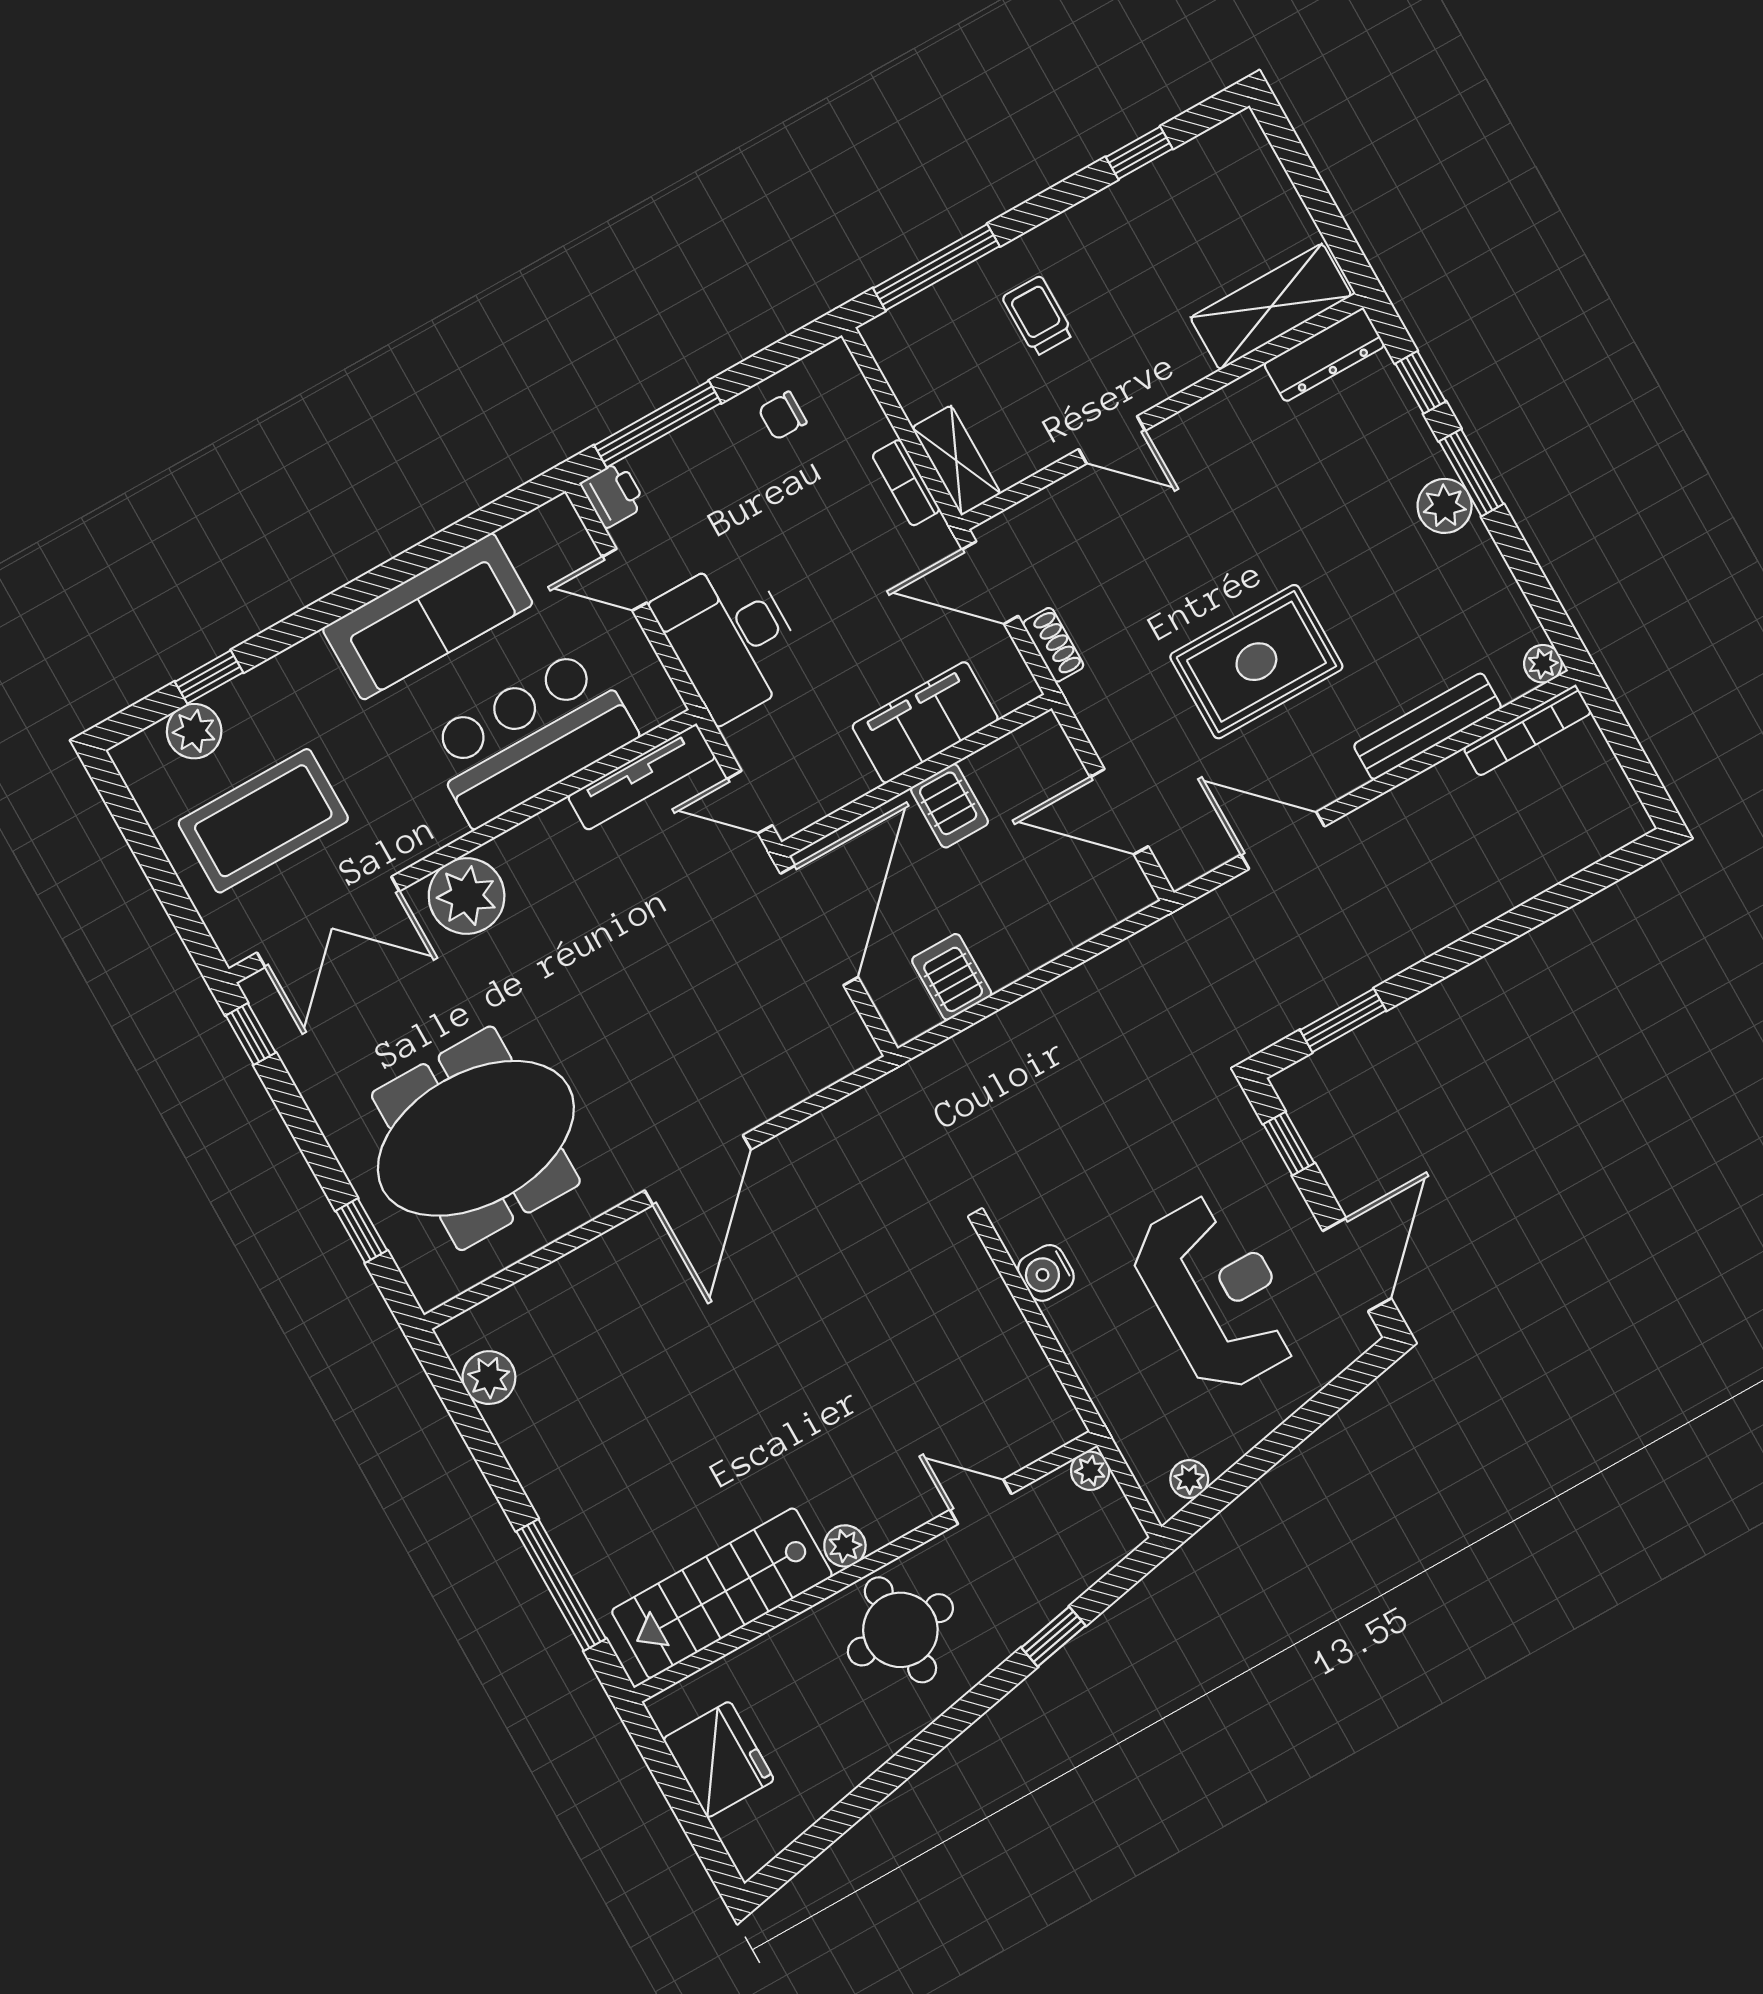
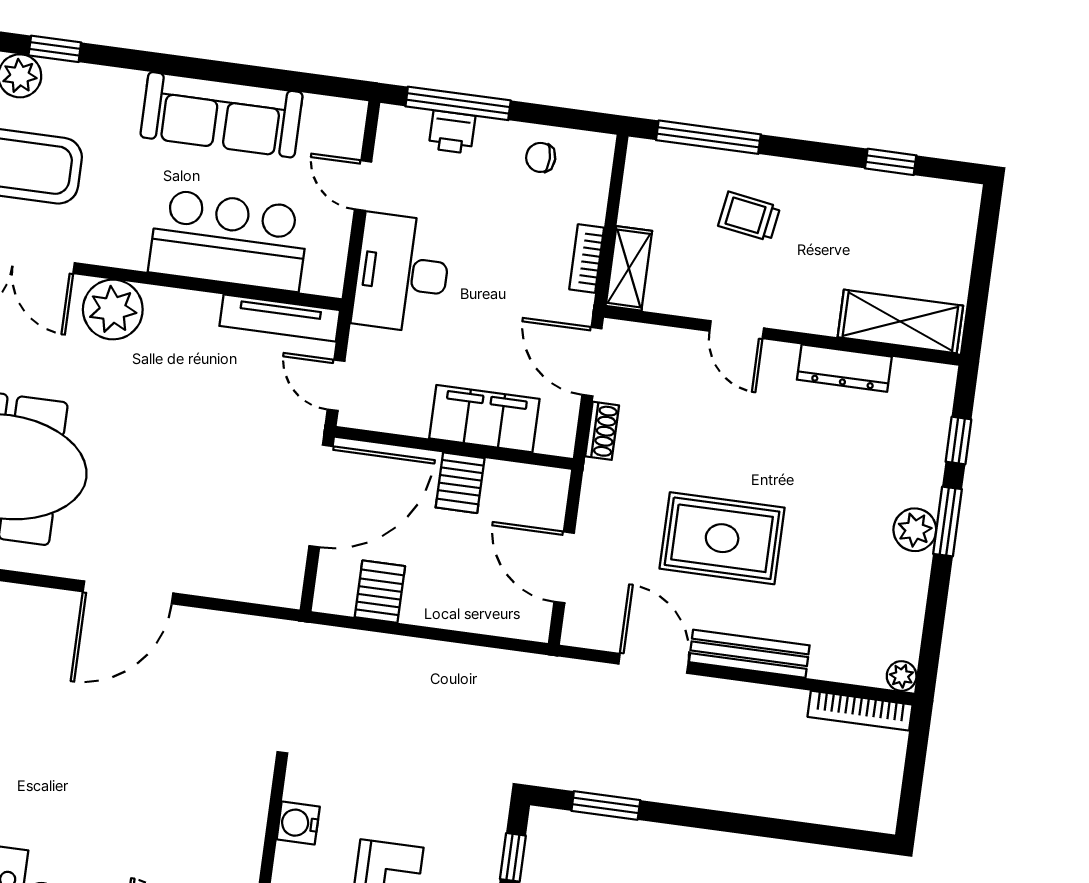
trolley: (1038, 316) -> (749, 216), turned -81
dresser: (1324, 355) -> (844, 368), moved
printer: (613, 495) -> (452, 132), moved, turned 90
bench: (1428, 726) -> (749, 654), moved

